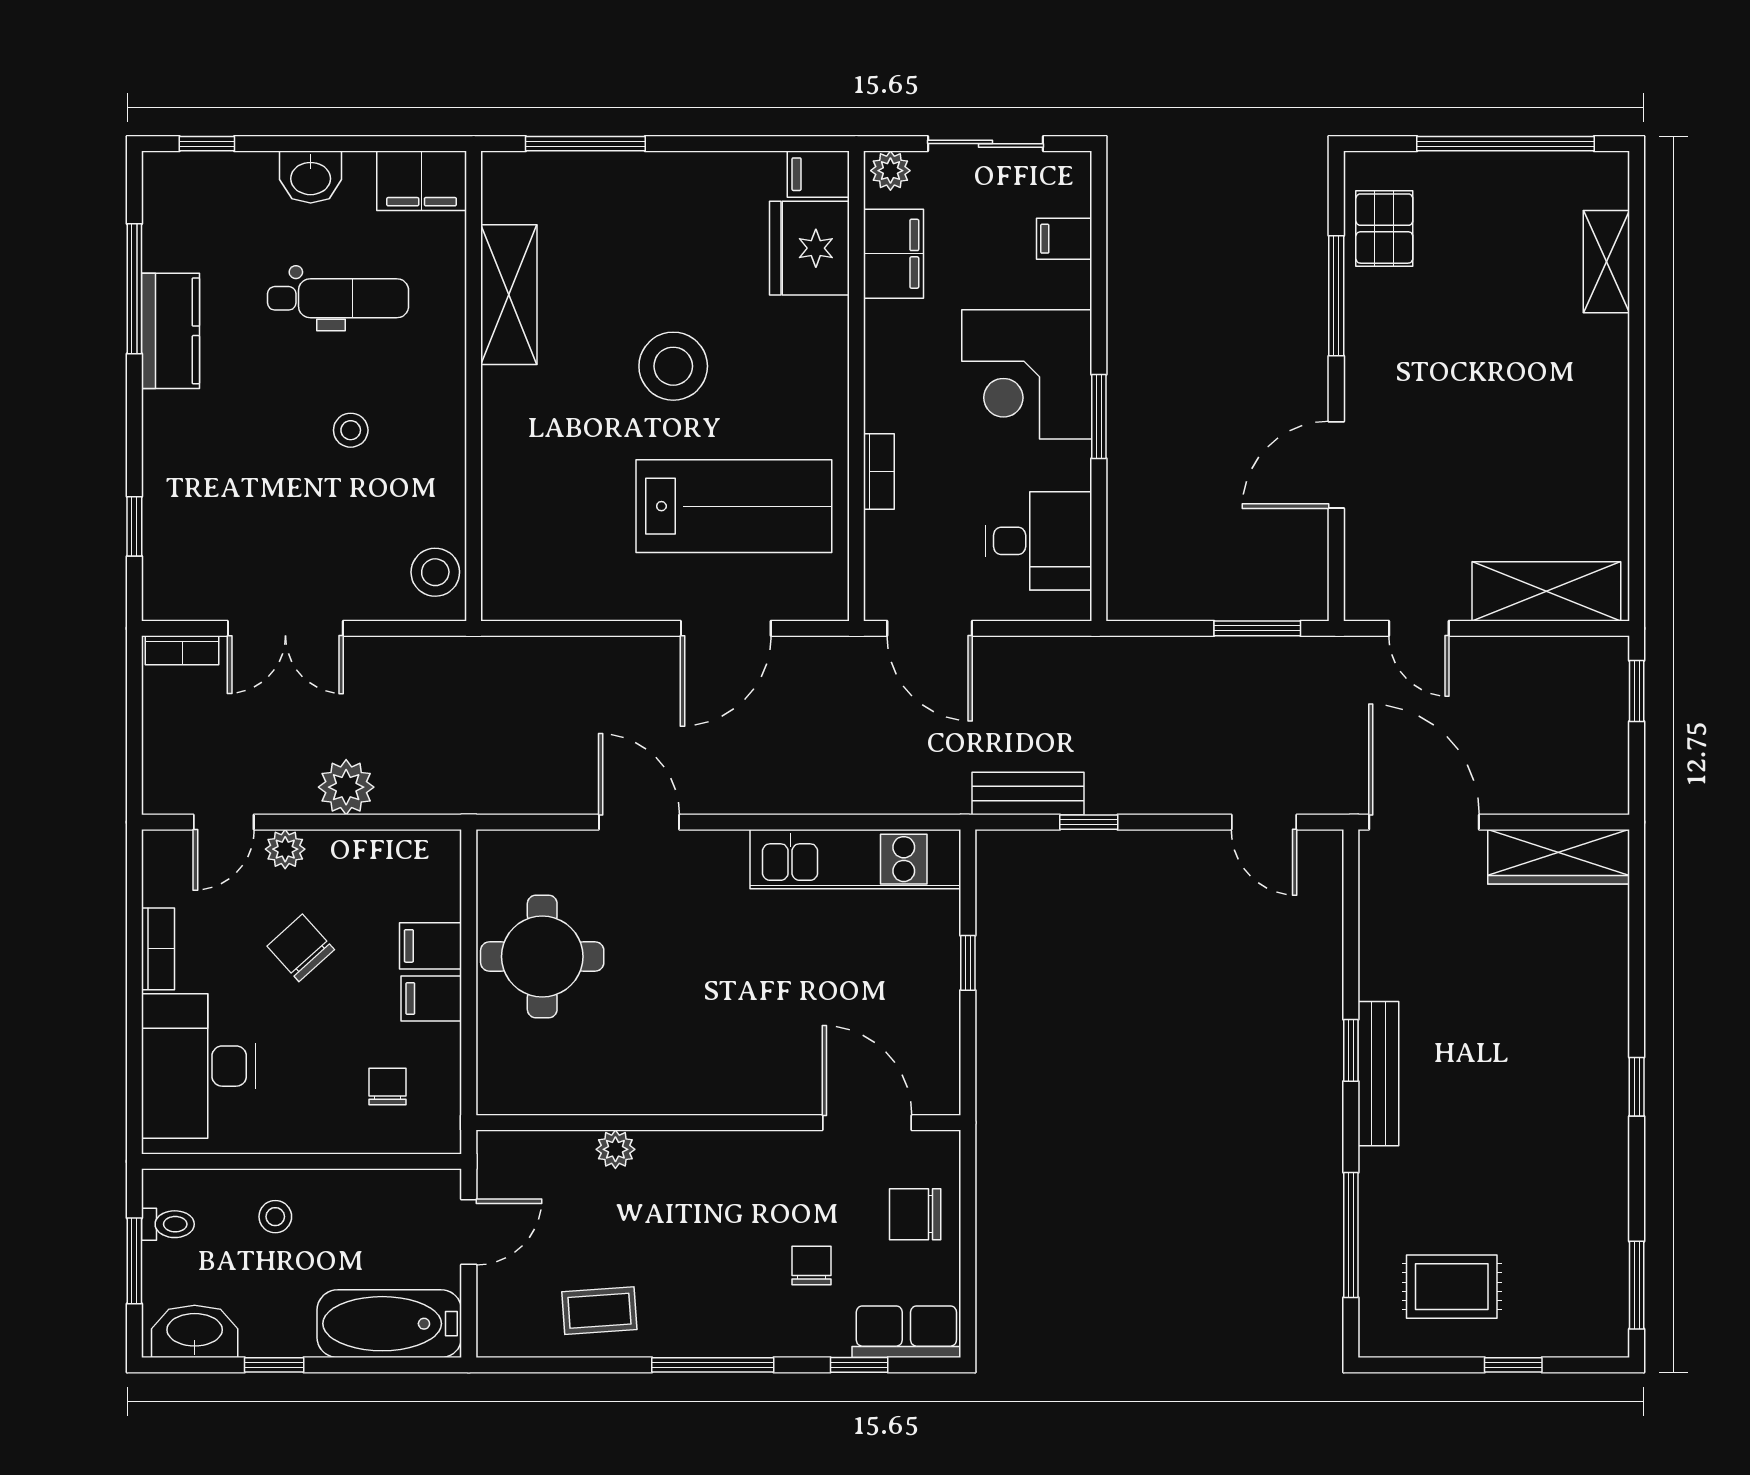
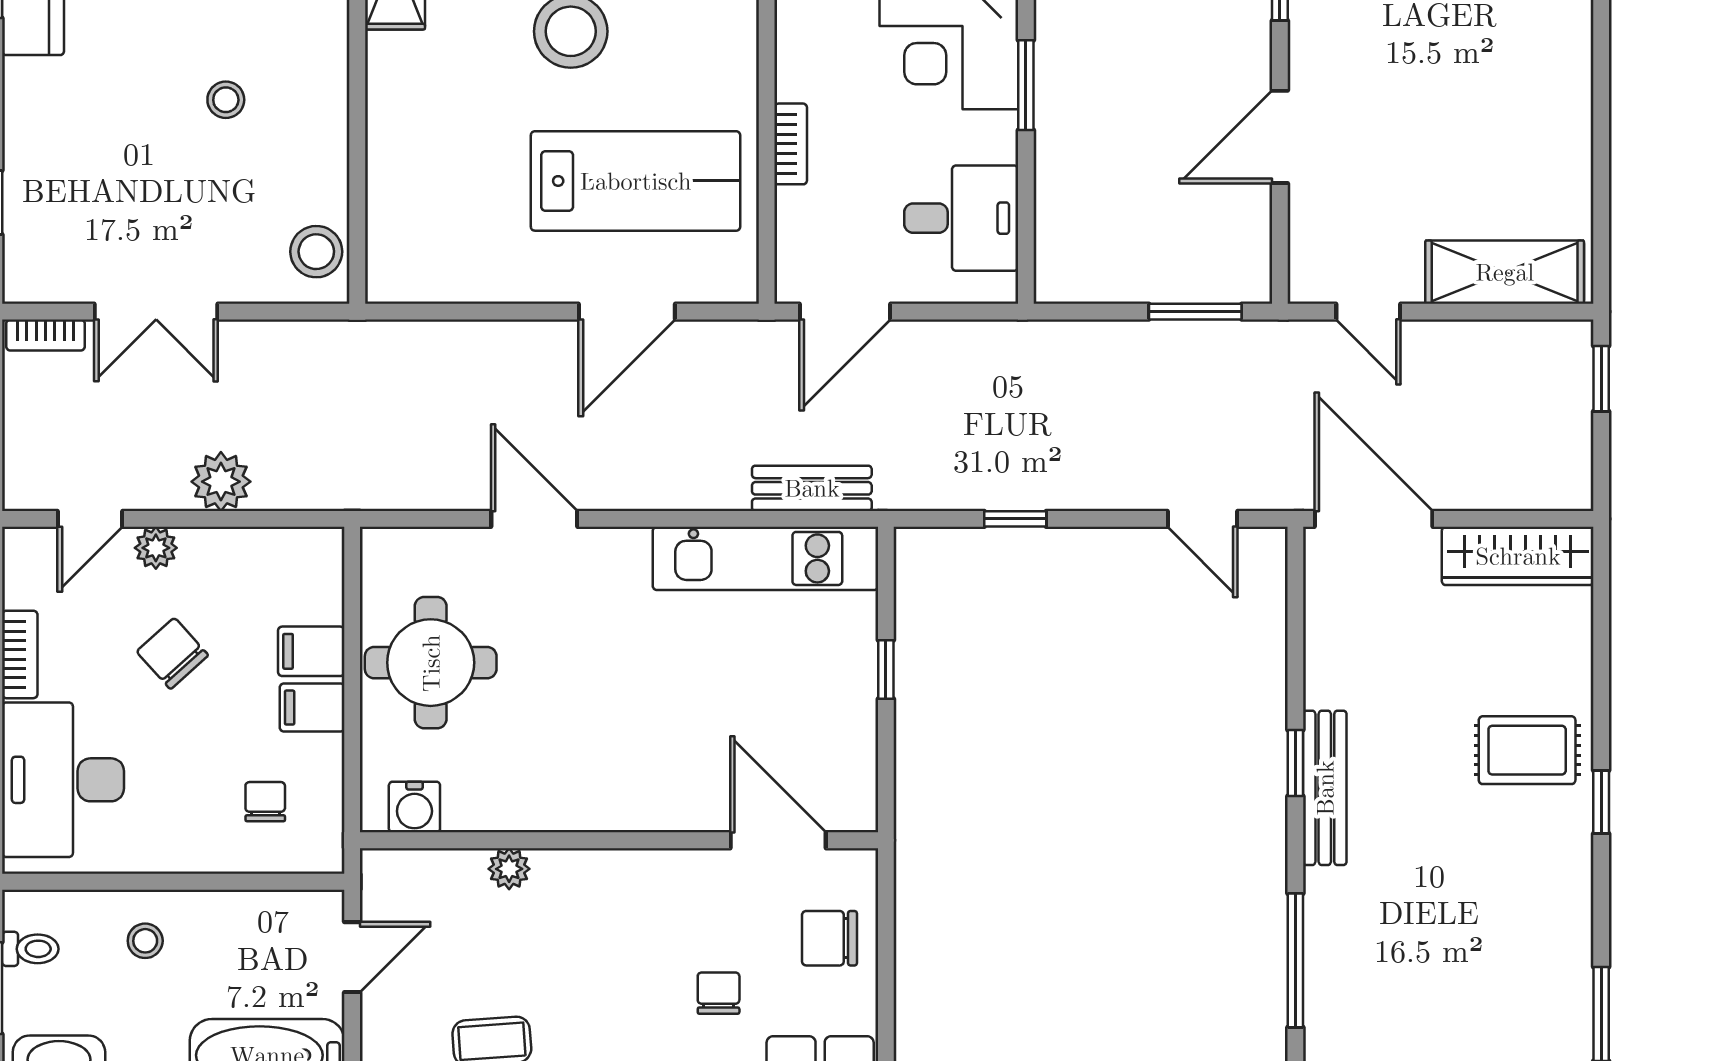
door: (930, 628) -> (845, 312), hinge flipped
bench: (1028, 794) -> (812, 488), moved
water cooler: (527, 1092) -> (414, 807), added
rug: (1452, 1287) -> (1527, 750), moved

